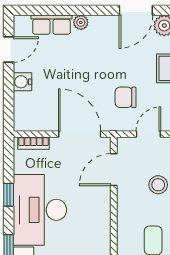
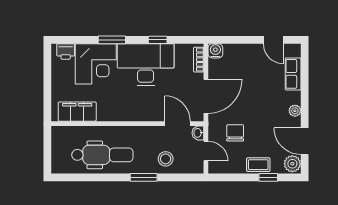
plant: (81, 22) -> (295, 111), moved
water cooler: (22, 82) -> (215, 51), moved
washbasin: (126, 144) -> (198, 133), added

